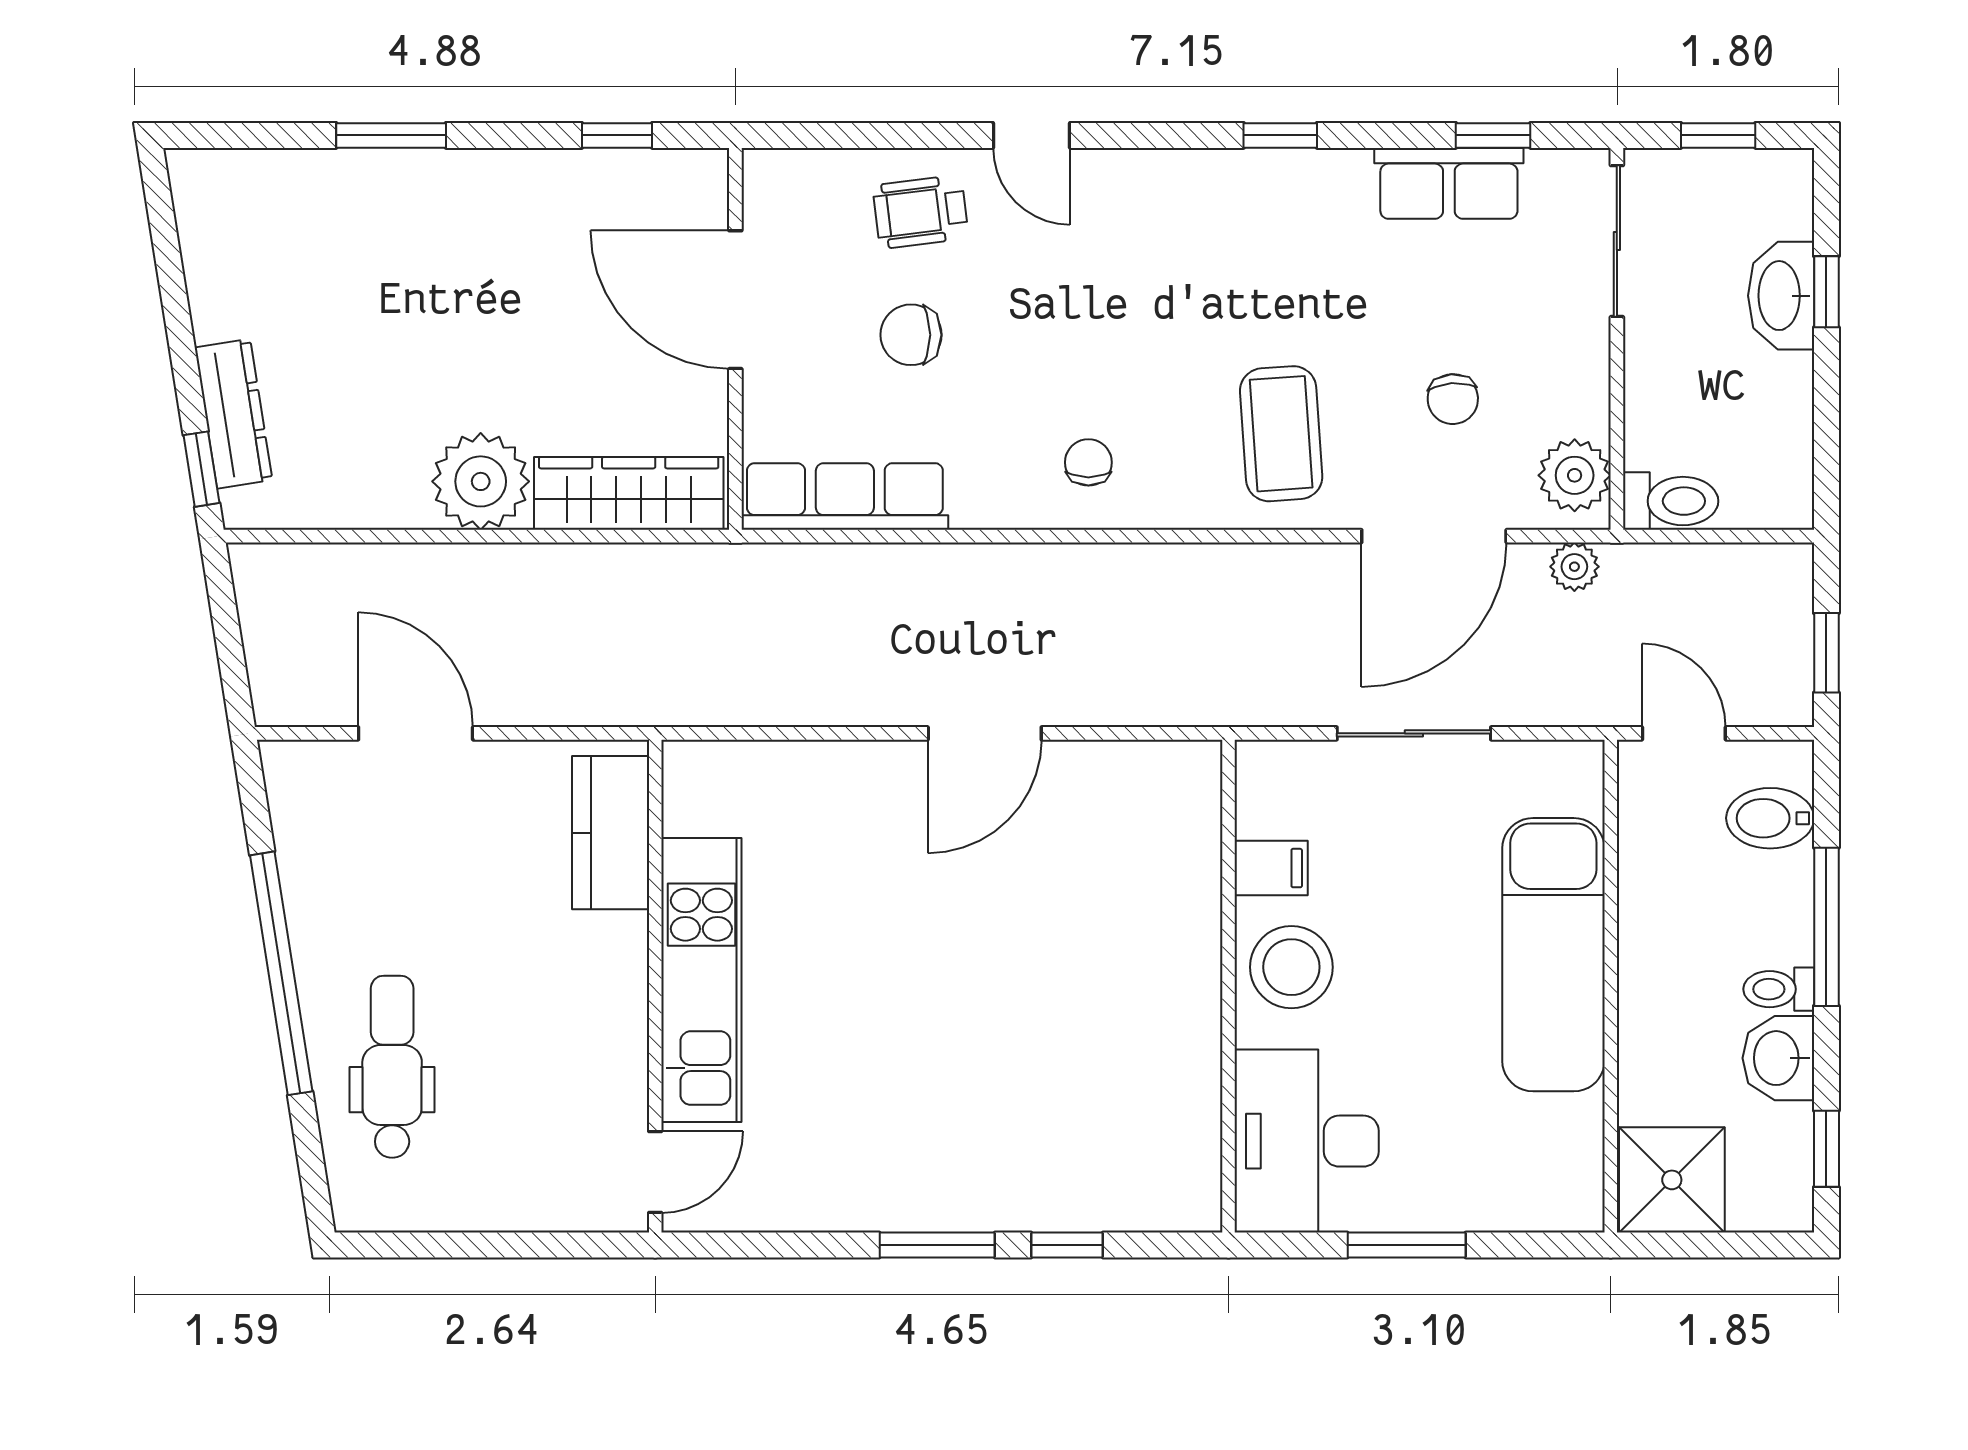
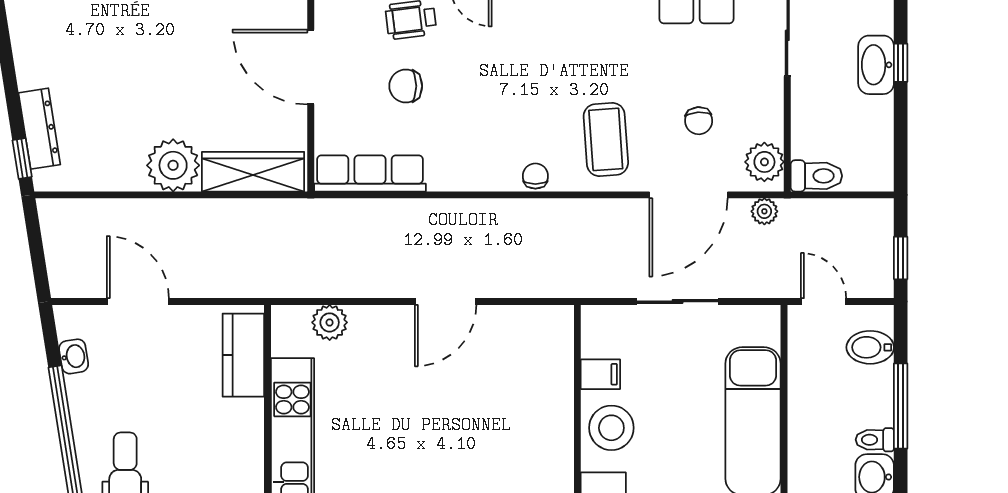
chair: (1088, 462) -> (535, 176), moved
plant: (770, 772) -> (330, 322), added
washbasin: (297, 835) -> (74, 356), added

